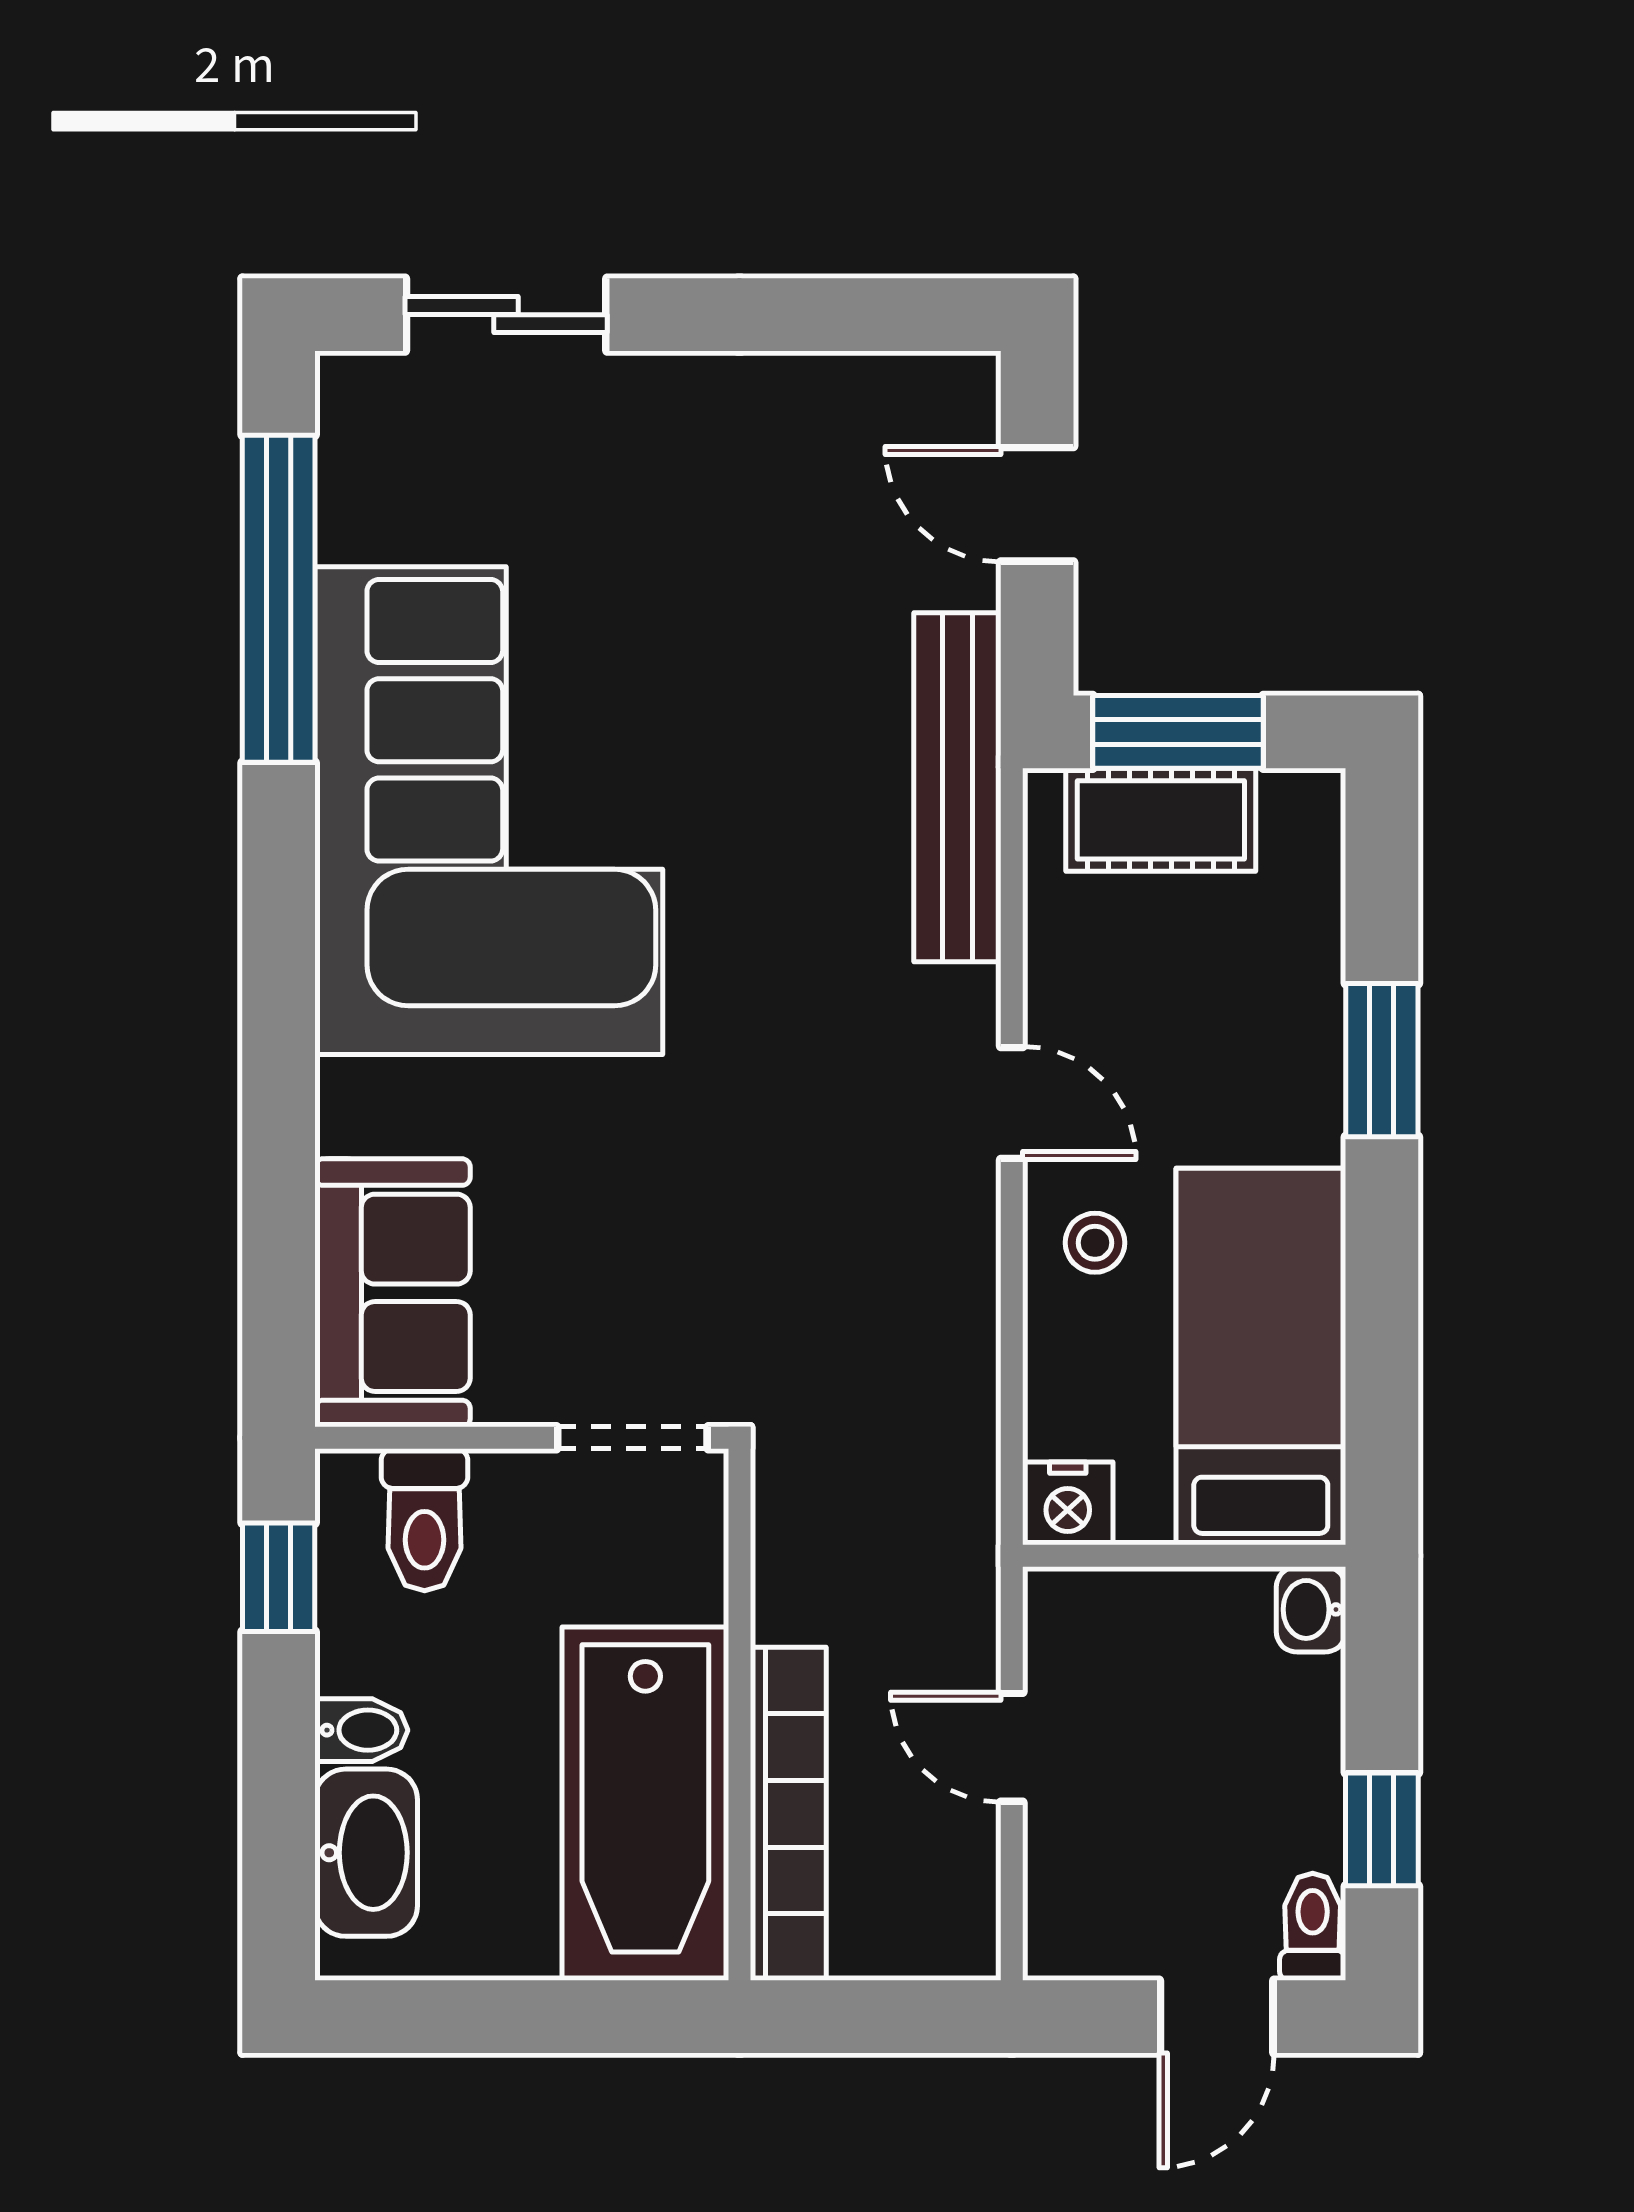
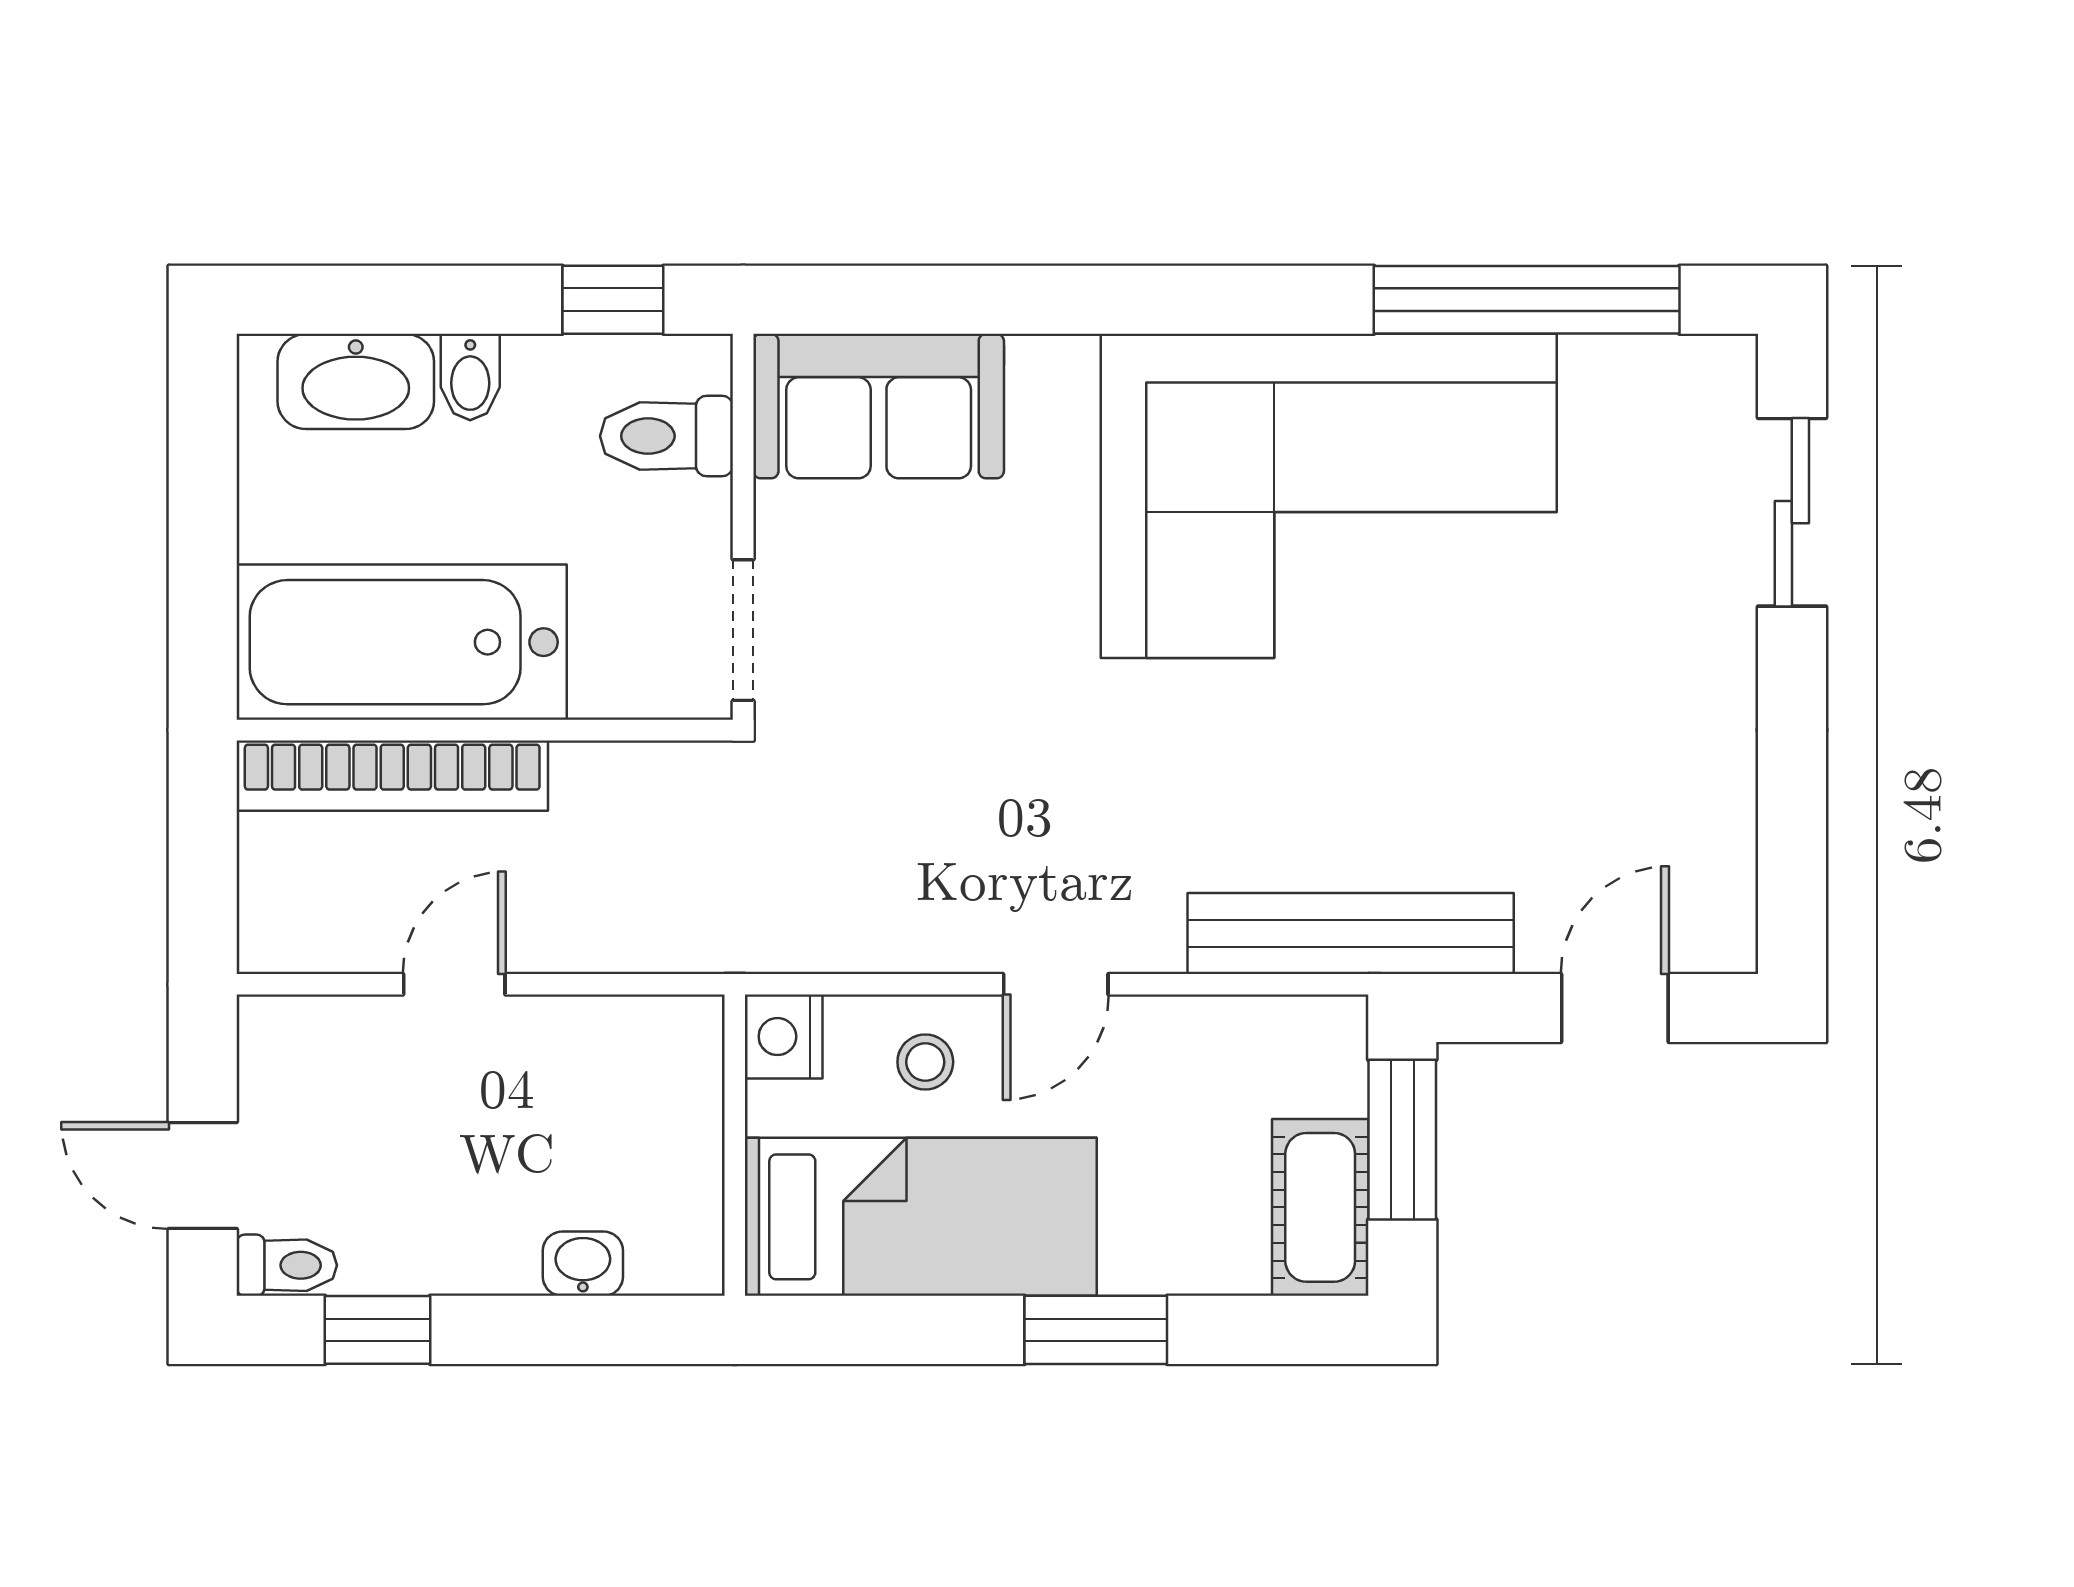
cot: (1161, 820) -> (1320, 1207), moved
bed: (1261, 1356) -> (921, 1217), moved
nightstand: (1068, 1503) -> (784, 1037), moved
wall: (1184, 1556) -> (735, 1145), moved

